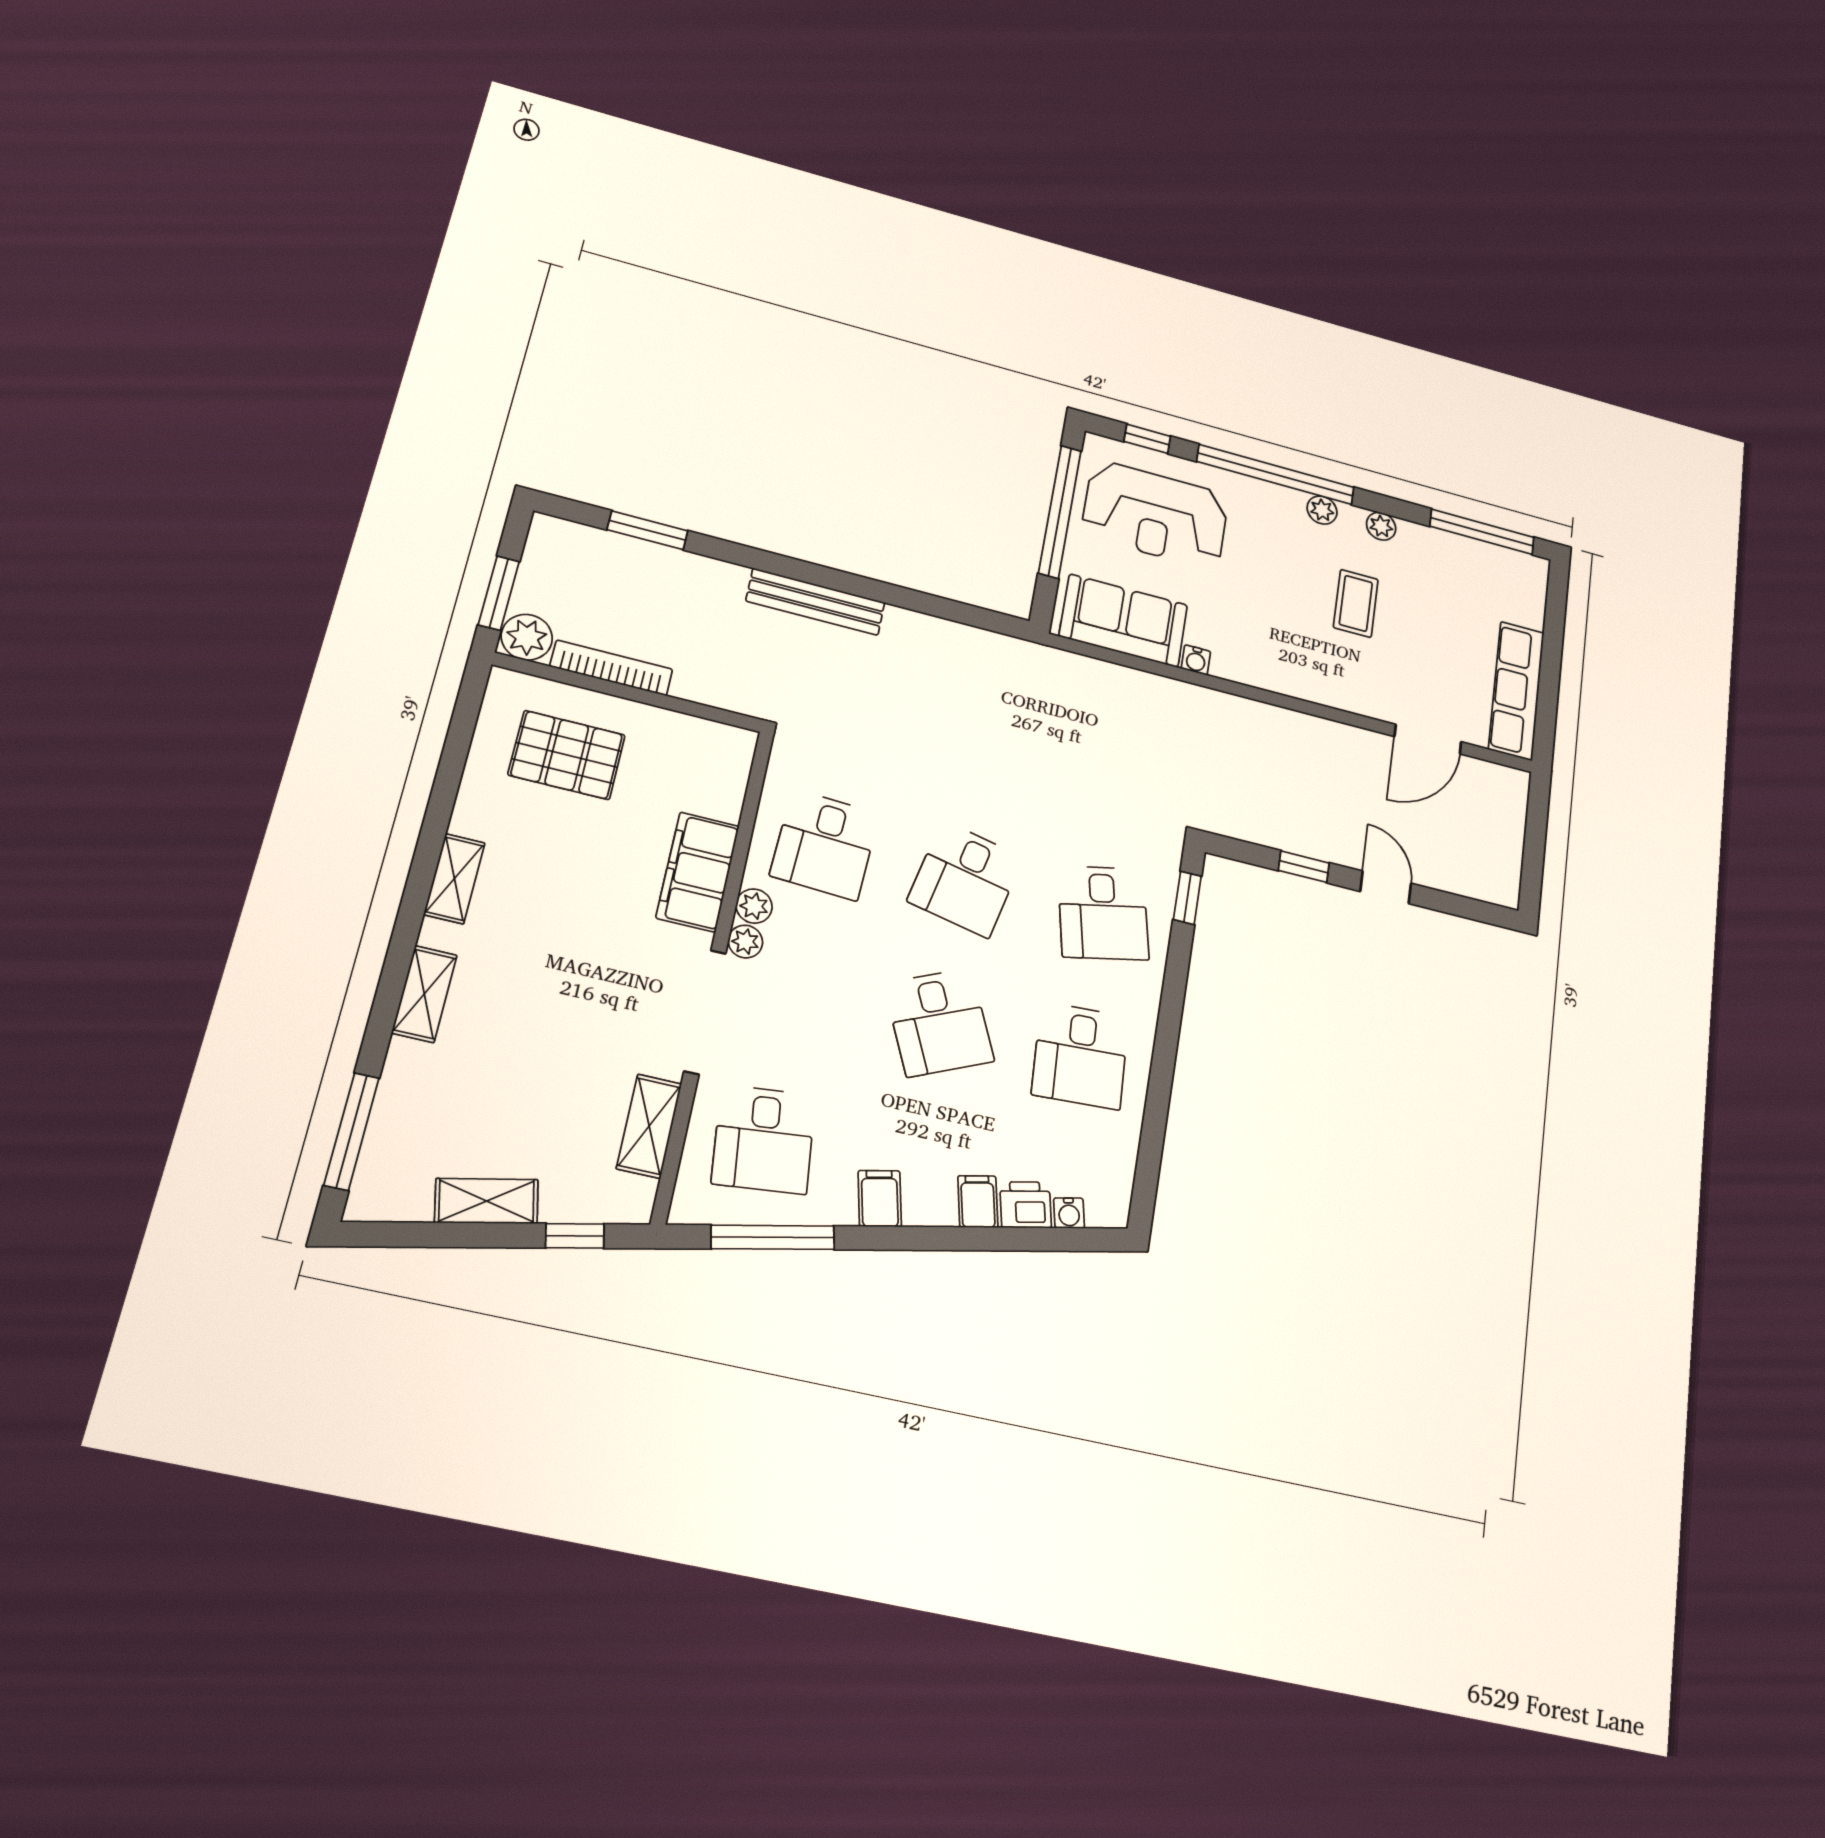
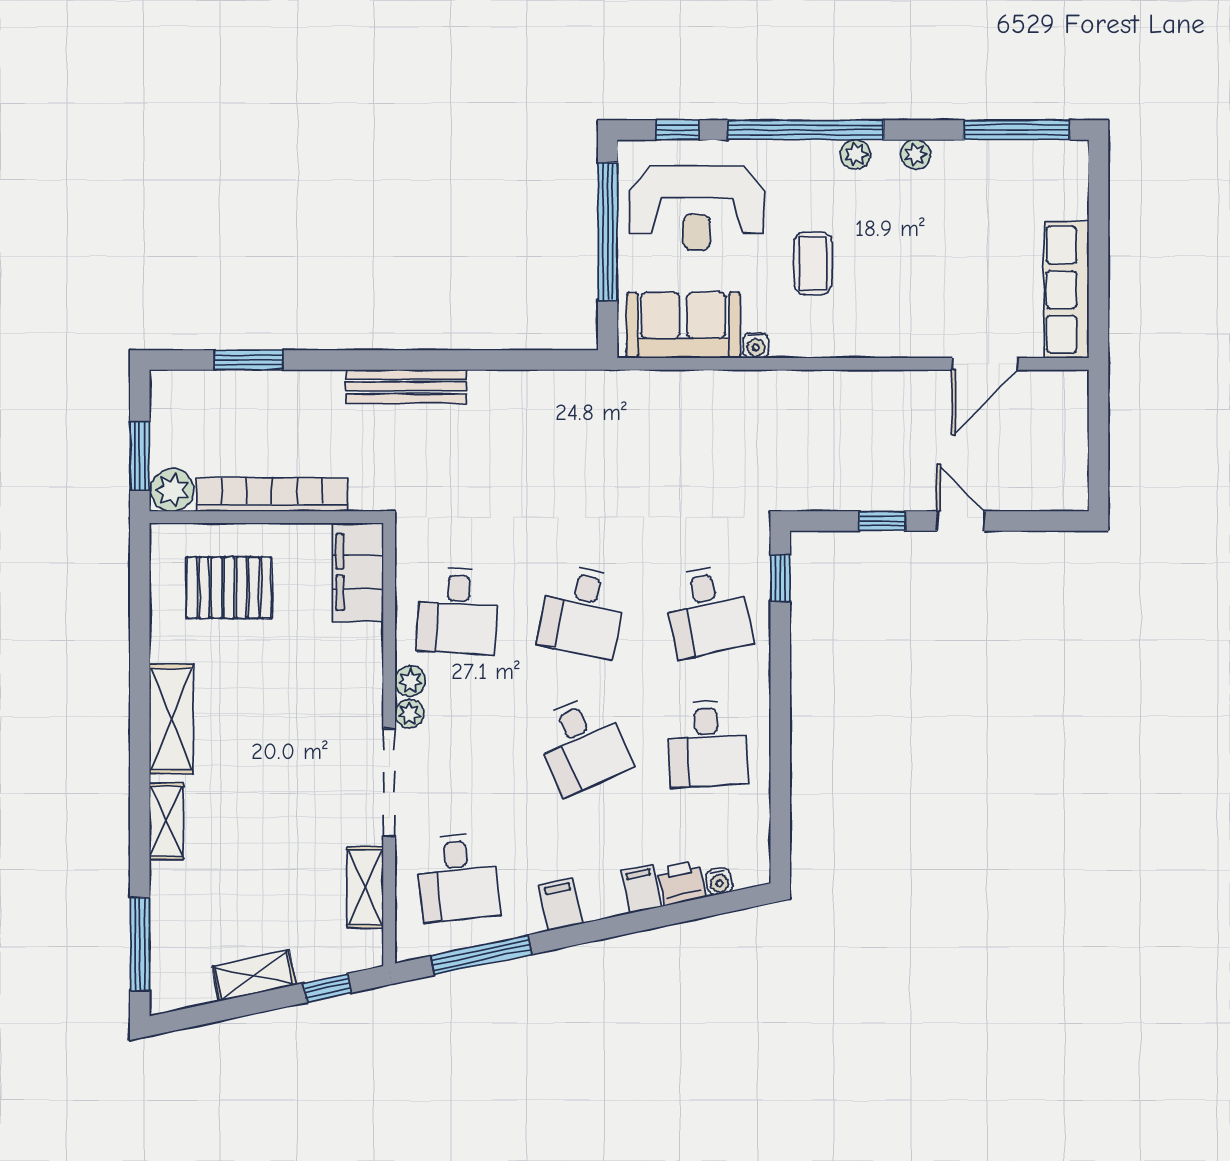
coffee table: (1356, 603) -> (813, 263), moved
bookcase: (611, 668) -> (272, 494), width x1.48, depth x1.31
filing cabinet: (698, 872) -> (358, 572), moved
shelving: (454, 879) -> (171, 719), width x1.50, depth x1.33

